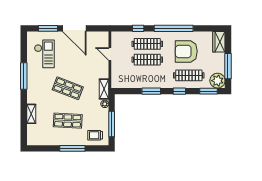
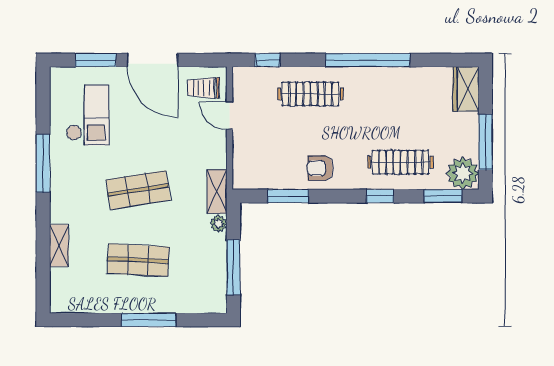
window: (138, 28) -> (268, 60), moved
armchair: (186, 51) -> (320, 168), moved, width x0.53, depth x0.53
clothes rail: (147, 60) -> (311, 128), removed
shop shelf: (68, 88) -> (138, 190), turned -30
window: (151, 91) -> (288, 196), moved
trolley: (95, 135) -> (203, 88), moved

